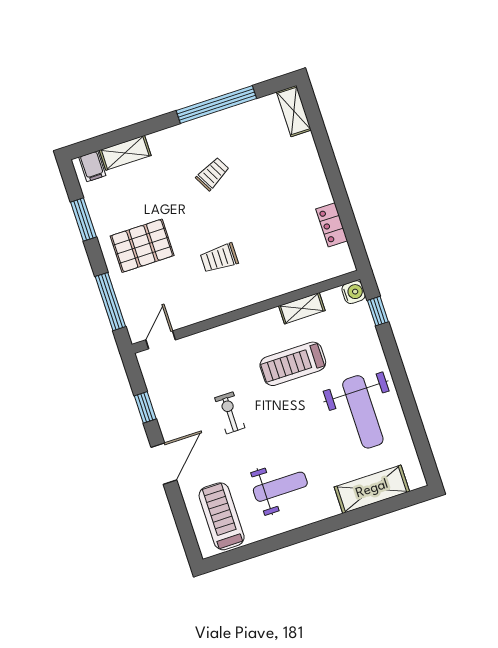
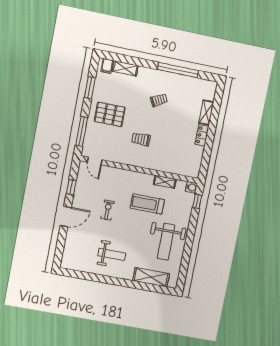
shelving: (294, 111) -> (206, 113), moved
locker: (332, 225) -> (202, 135), moved
door: (161, 340) -> (95, 161), swing flipped
treadmill: (222, 516) -> (79, 253), removed

